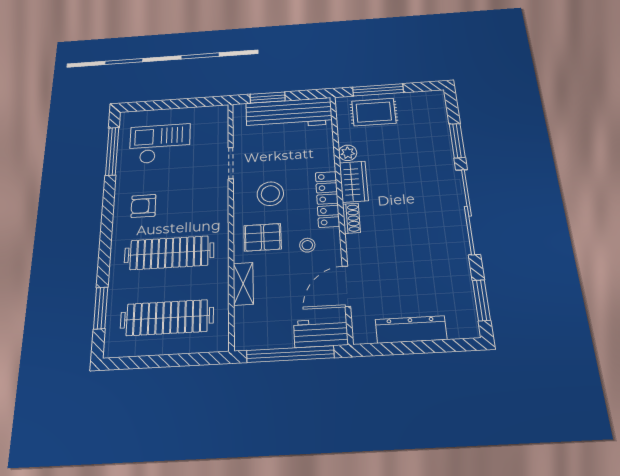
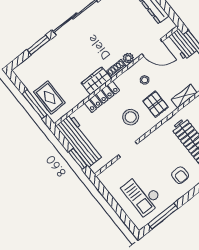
plant: (348, 153) -> (128, 58), moved
locker: (327, 199) -> (102, 97), moved

